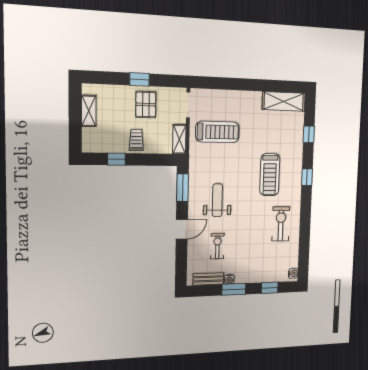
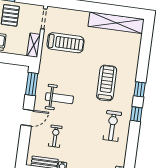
shelving: (284, 101) -> (116, 23), width x1.47
window: (309, 134) -> (136, 114), moved
treadmill: (270, 175) -> (107, 83), turned 180
weight bench: (217, 200) -> (59, 98), turned 90

